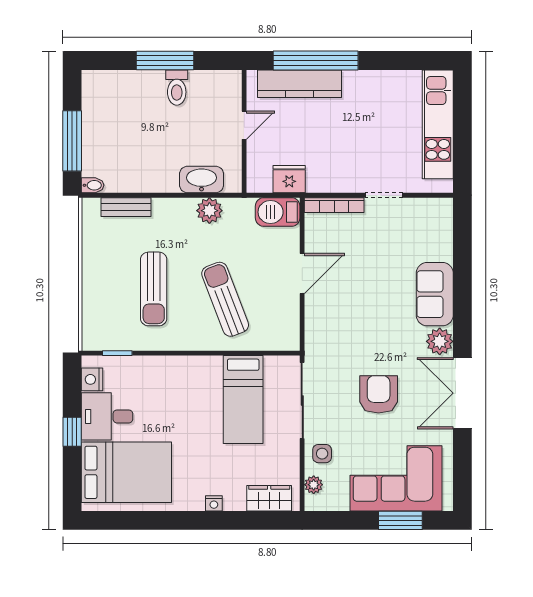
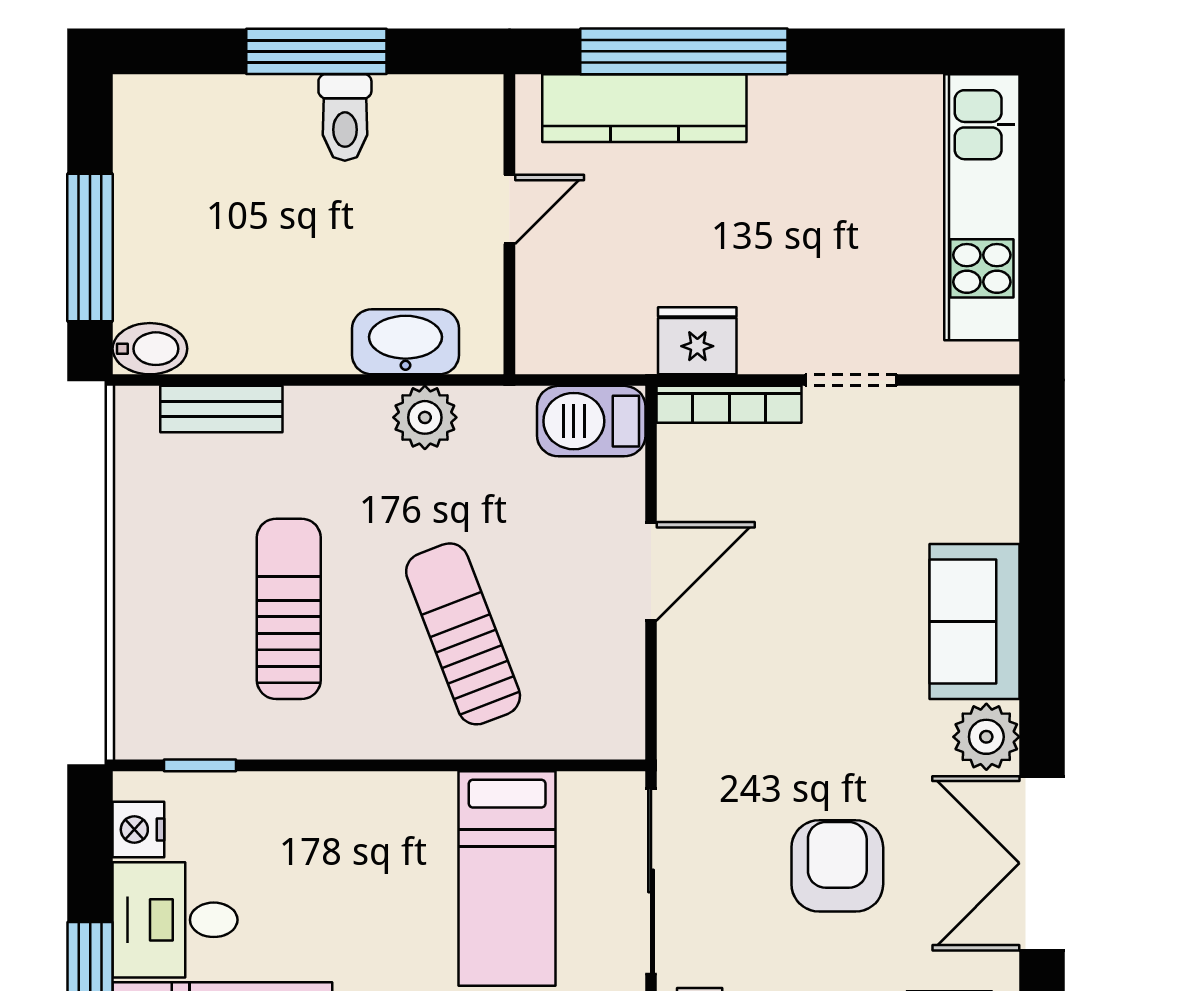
fridge: (289, 179) -> (697, 341), moved
bidet: (93, 185) -> (150, 349), width x1.38, depth x1.36
sun lounger: (154, 289) -> (289, 609), turned 180

